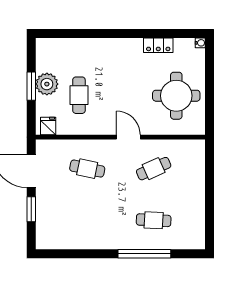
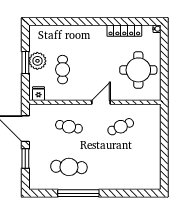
locker: (158, 45) -> (124, 31), width x1.53
door: (128, 137) -> (101, 102), hinge flipped
cafe table: (154, 220) -> (69, 167), moved, width x1.37, depth x1.35
window: (144, 254) -> (78, 193), moved

